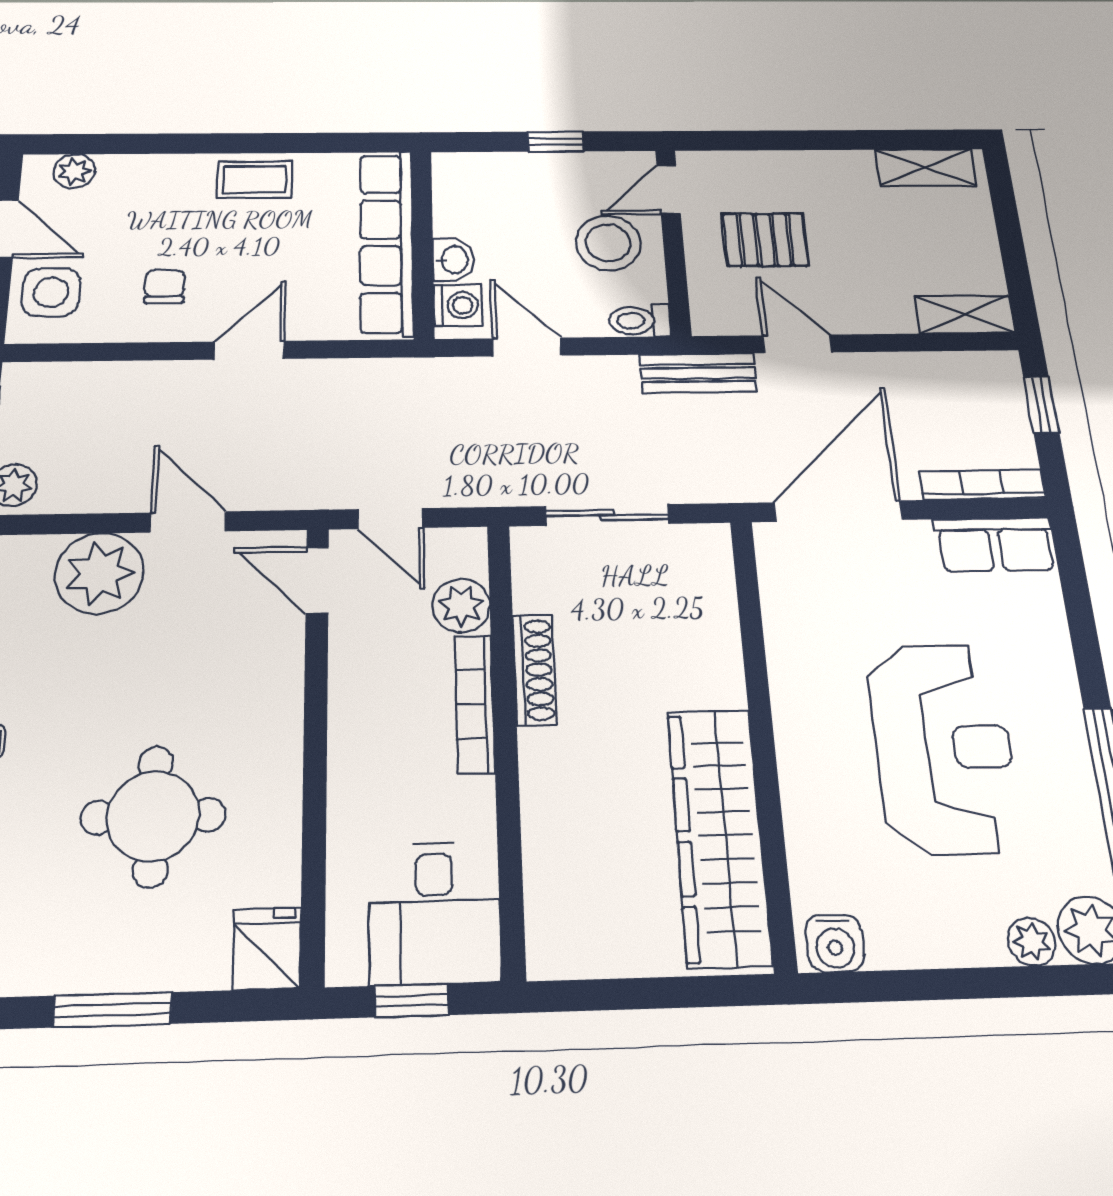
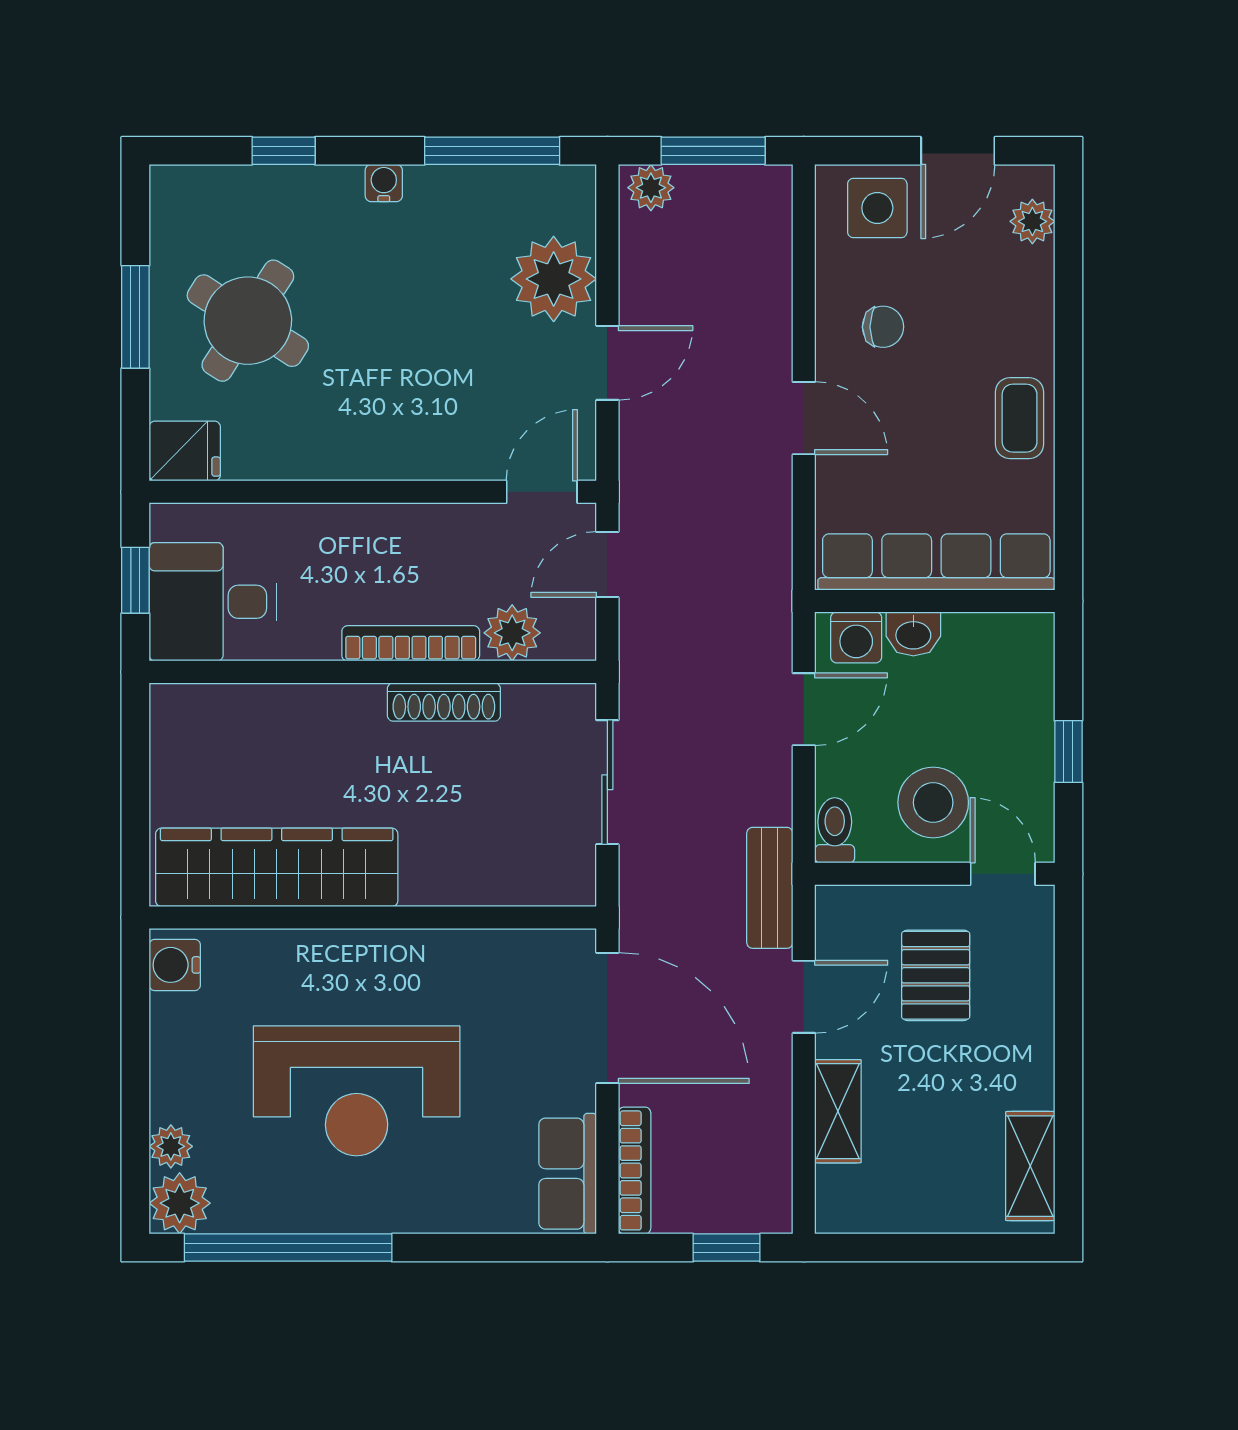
shelving: (965, 314) -> (838, 1111), moved
round table: (153, 816) -> (248, 321), moved, turned 33

